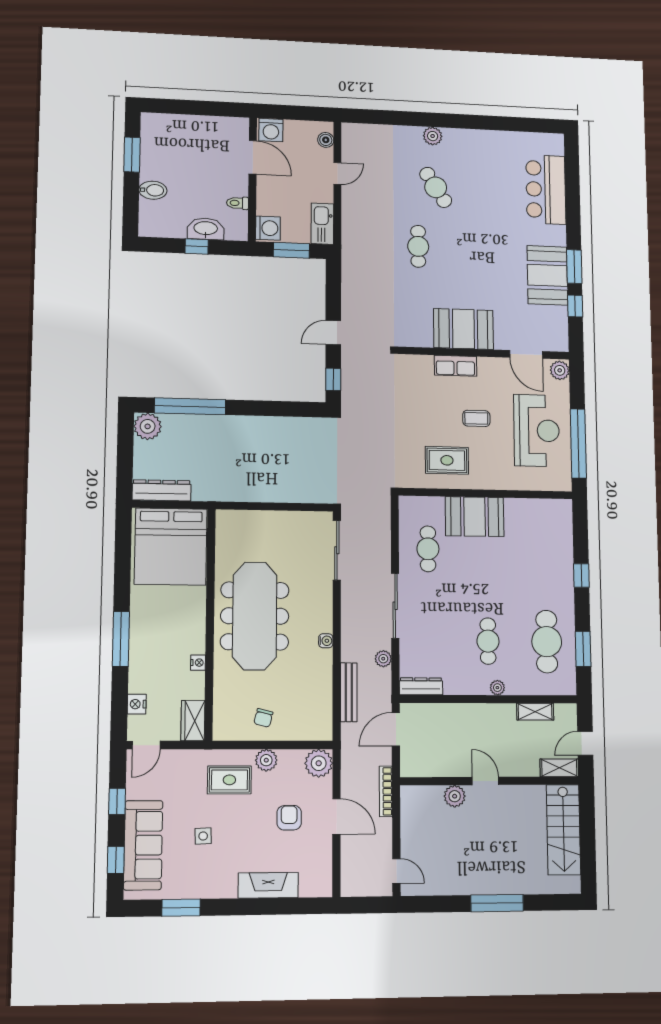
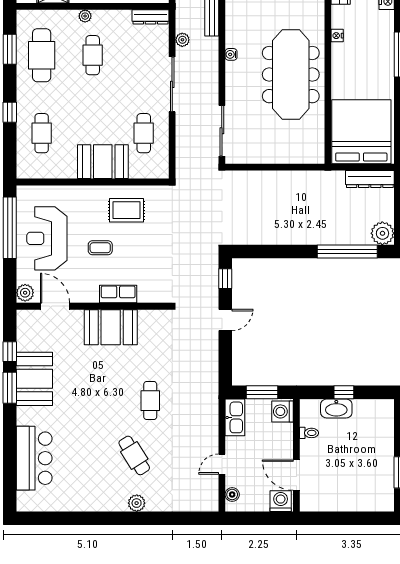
bidet: (153, 190) -> (382, 441), removed
cafe table: (545, 551) -> (42, 133), added

